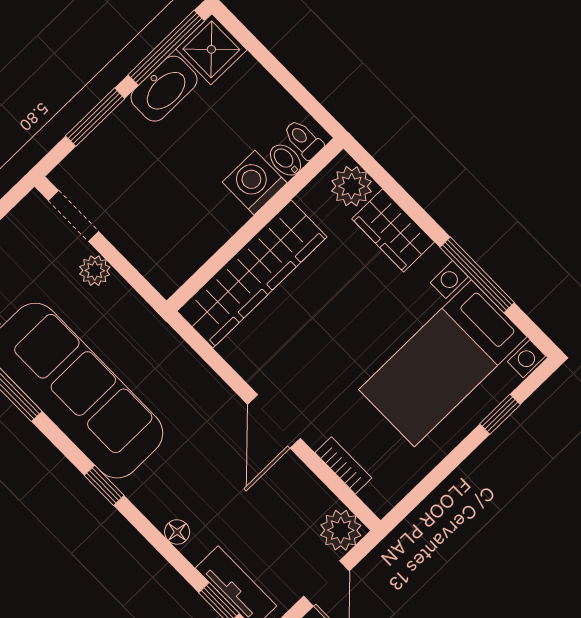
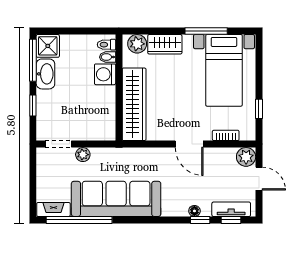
window: (95, 117) -> (33, 105), width x0.67
window: (500, 414) -> (259, 109), moved
window: (104, 485) -> (200, 220), moved

